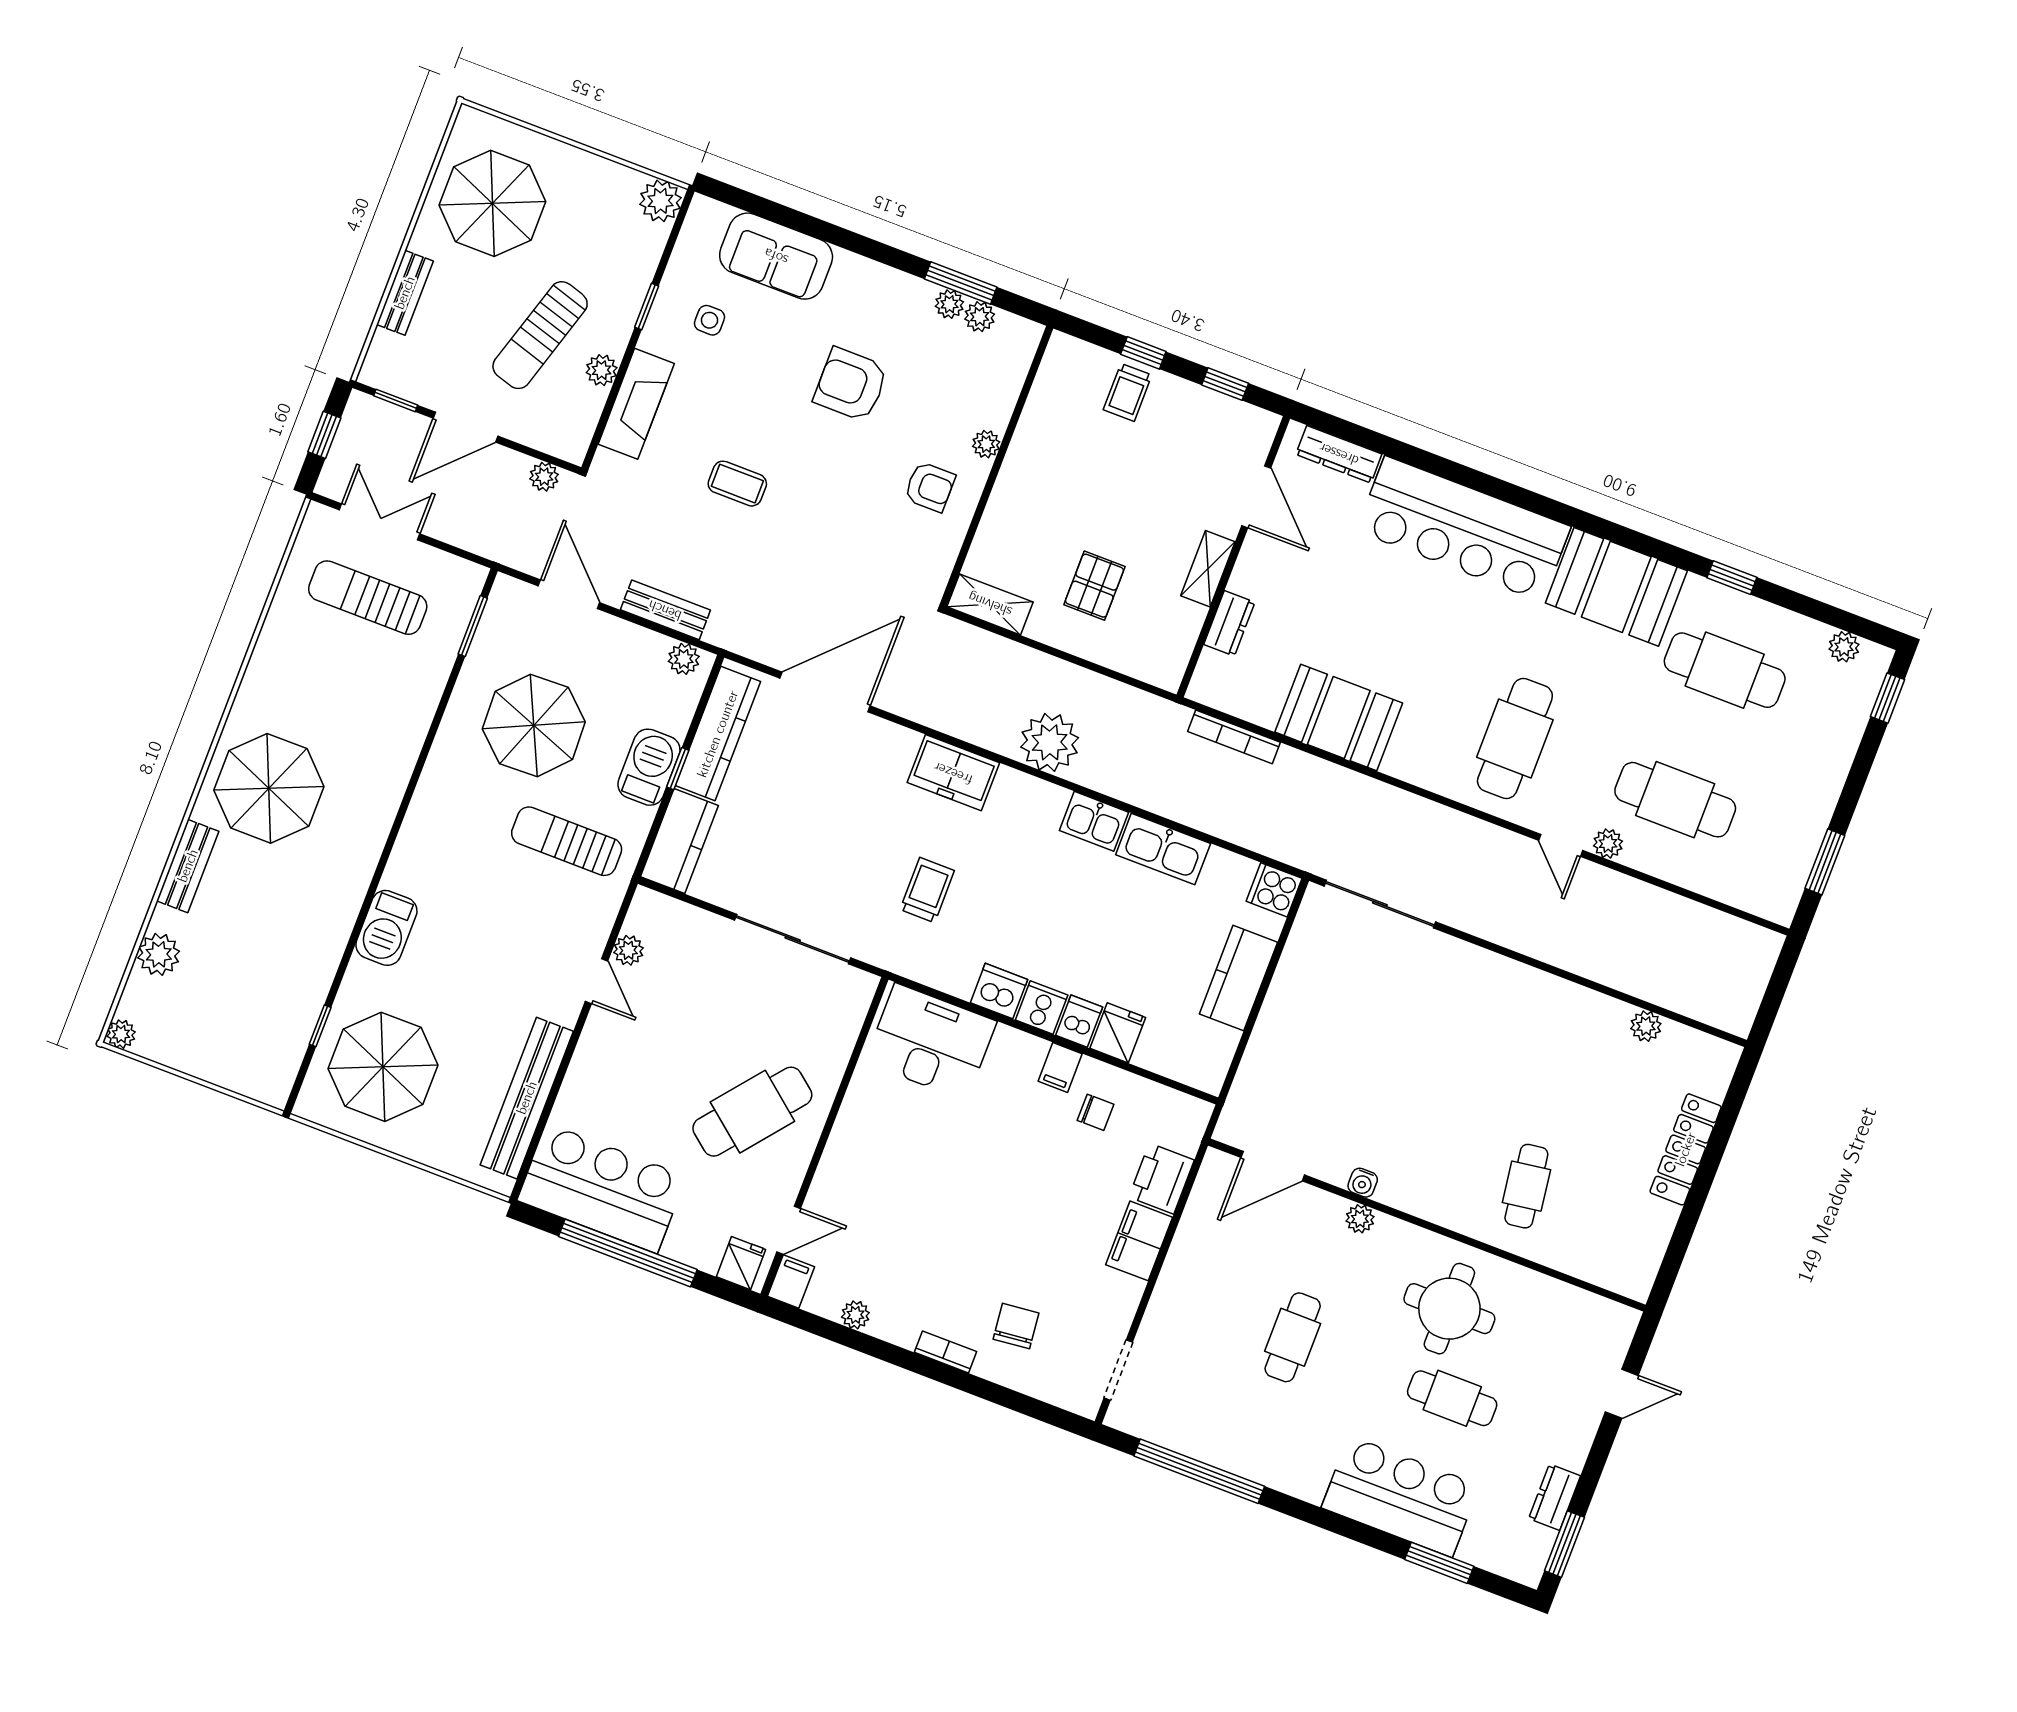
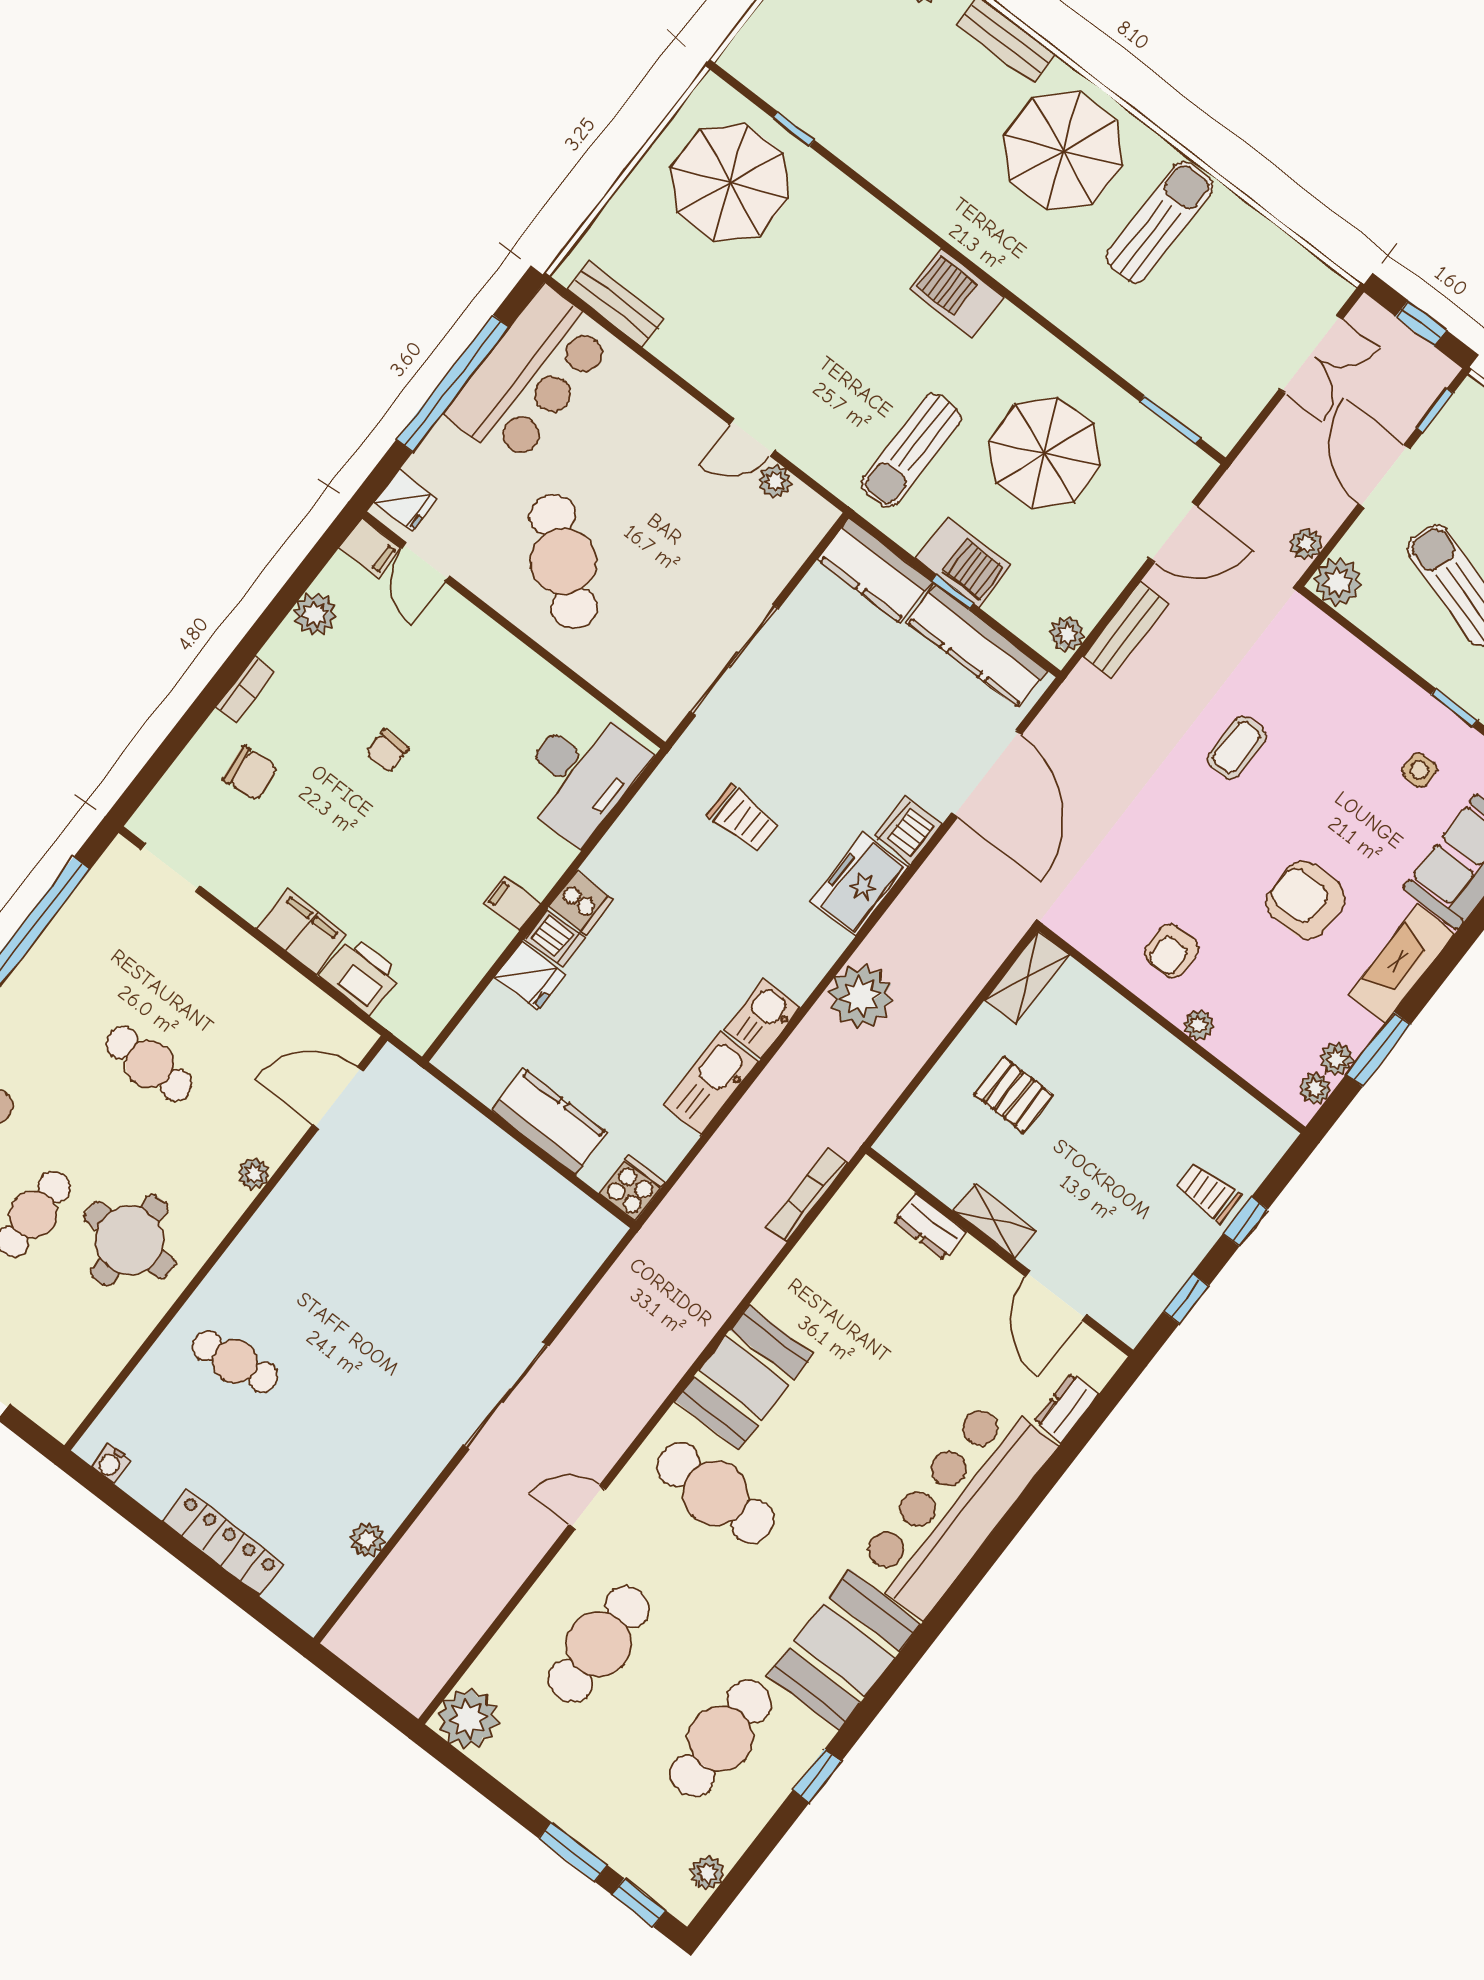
plant: (949, 304) -> (1315, 1088), moved
plant: (602, 370) -> (1338, 582), moved, width x1.38, depth x1.38
armchair: (851, 385) -> (1306, 900), turned -90
fireplace: (636, 404) -> (1402, 964), moved, turned 90
dresser: (1339, 454) -> (1066, 1408), width x0.70
door: (1256, 497) -> (1056, 1295), hinge flipped
sun lounger: (368, 598) -> (1160, 222), moved
booth: (1339, 718) -> (744, 1378), moved
sun lounger: (567, 841) -> (911, 451), turned 180
plant: (1608, 844) -> (468, 1719), moved, width x1.88, depth x1.88
window: (1825, 862) -> (573, 1852), moved
sliding door: (1380, 904) -> (506, 1395), moved
barbecue: (386, 928) -> (957, 293), moved
dishwasher: (999, 991) -> (908, 830), moved, turned 180
bench: (527, 1098) -> (616, 304), width x0.54, depth x0.82
chair: (1095, 1112) -> (387, 751), moved
door: (1273, 1166) -> (338, 1098), hinge flipped
water cooler: (1363, 1183) -> (111, 1463), moved, turned -90
plant: (855, 1315) -> (315, 614), width x1.38, depth x1.38

